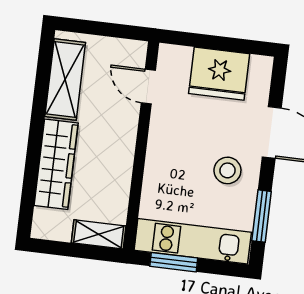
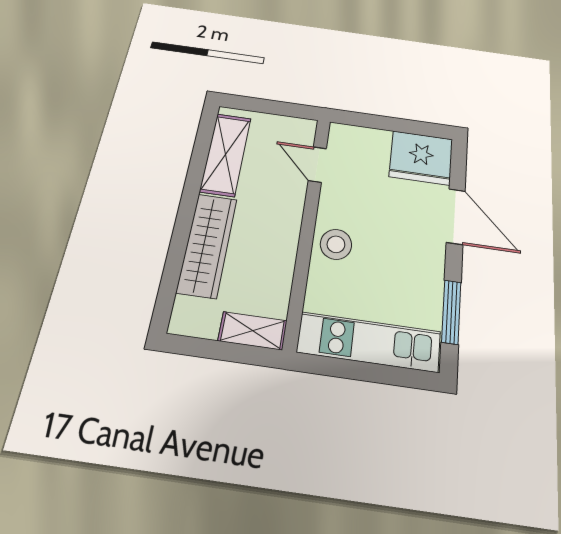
fridge: (219, 74) -> (421, 158), moved
stool: (227, 170) -> (336, 244), moved
window: (174, 262) -> (346, 369), removed

